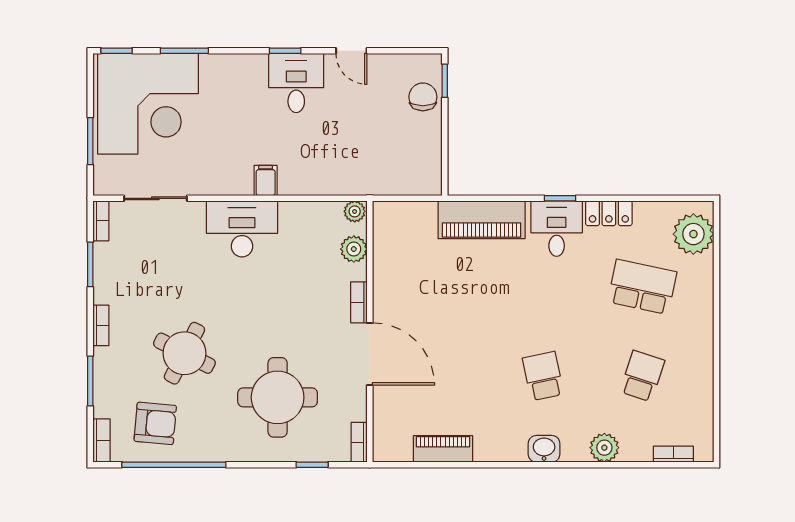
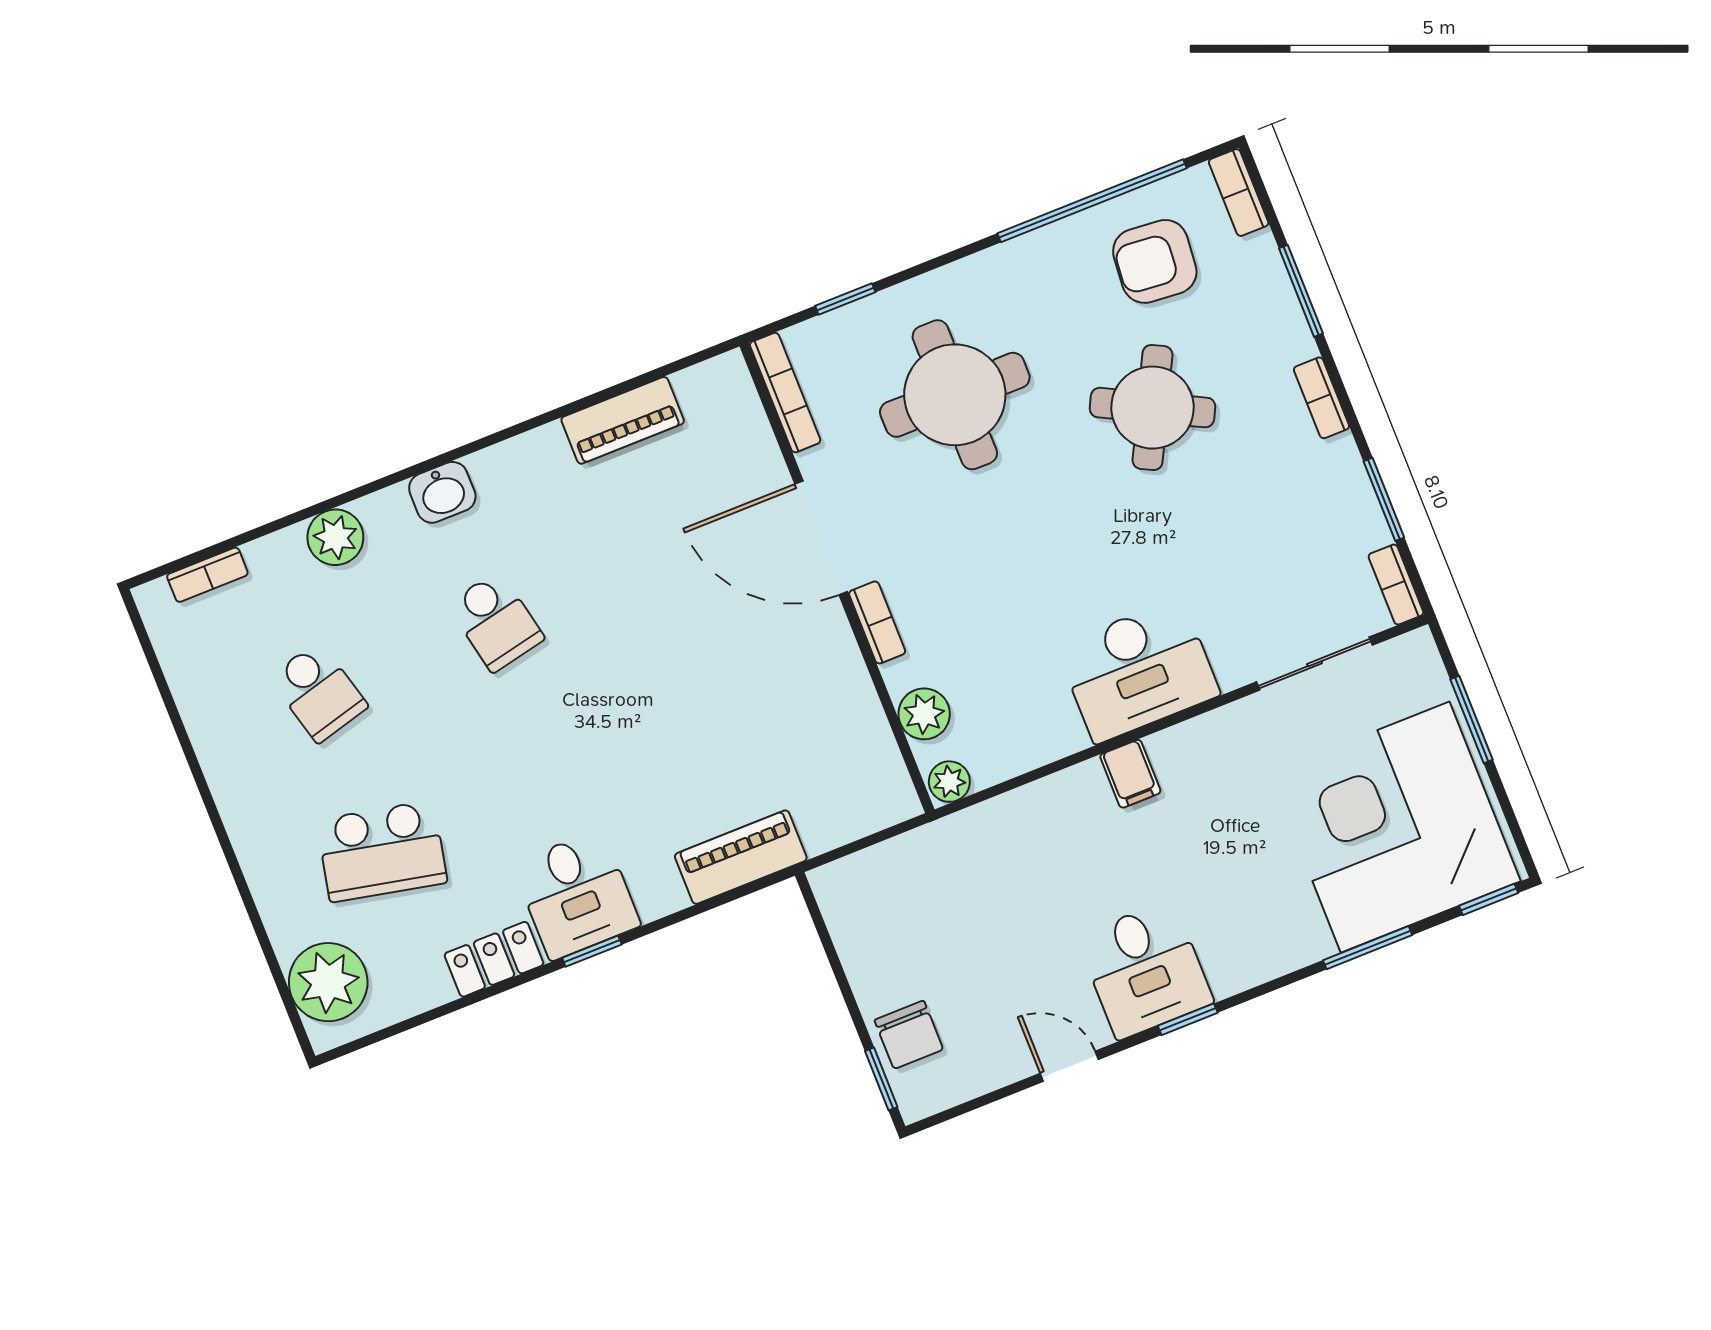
piano: (482, 220) -> (741, 857), width x0.73, depth x0.75
school desk: (642, 376) -> (319, 692), turned -33
bookcase: (359, 442) -> (785, 393), width x1.56

